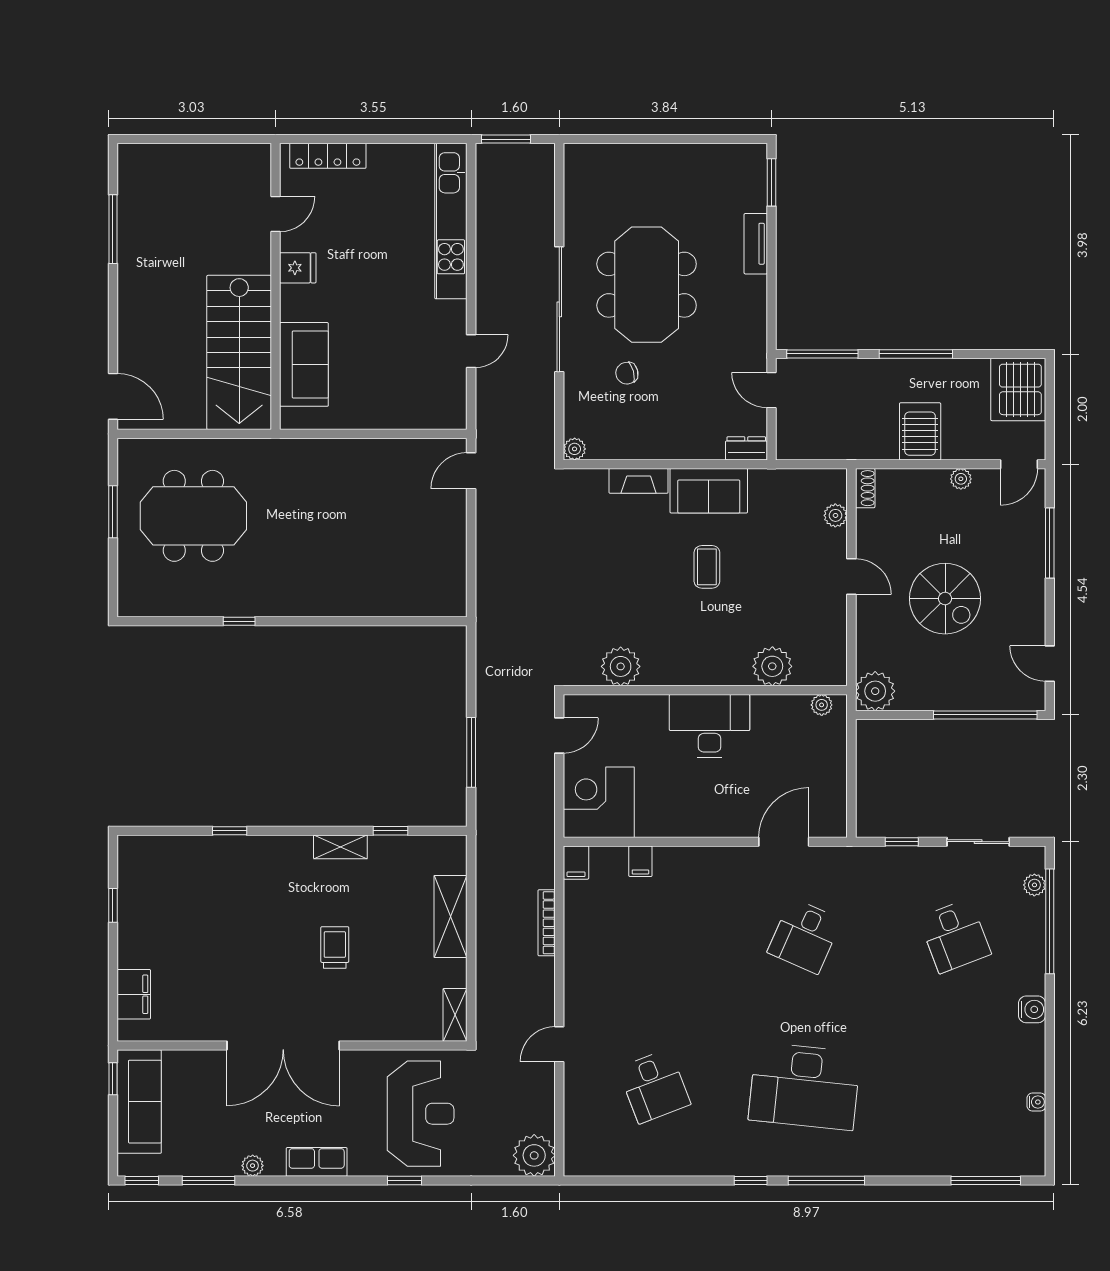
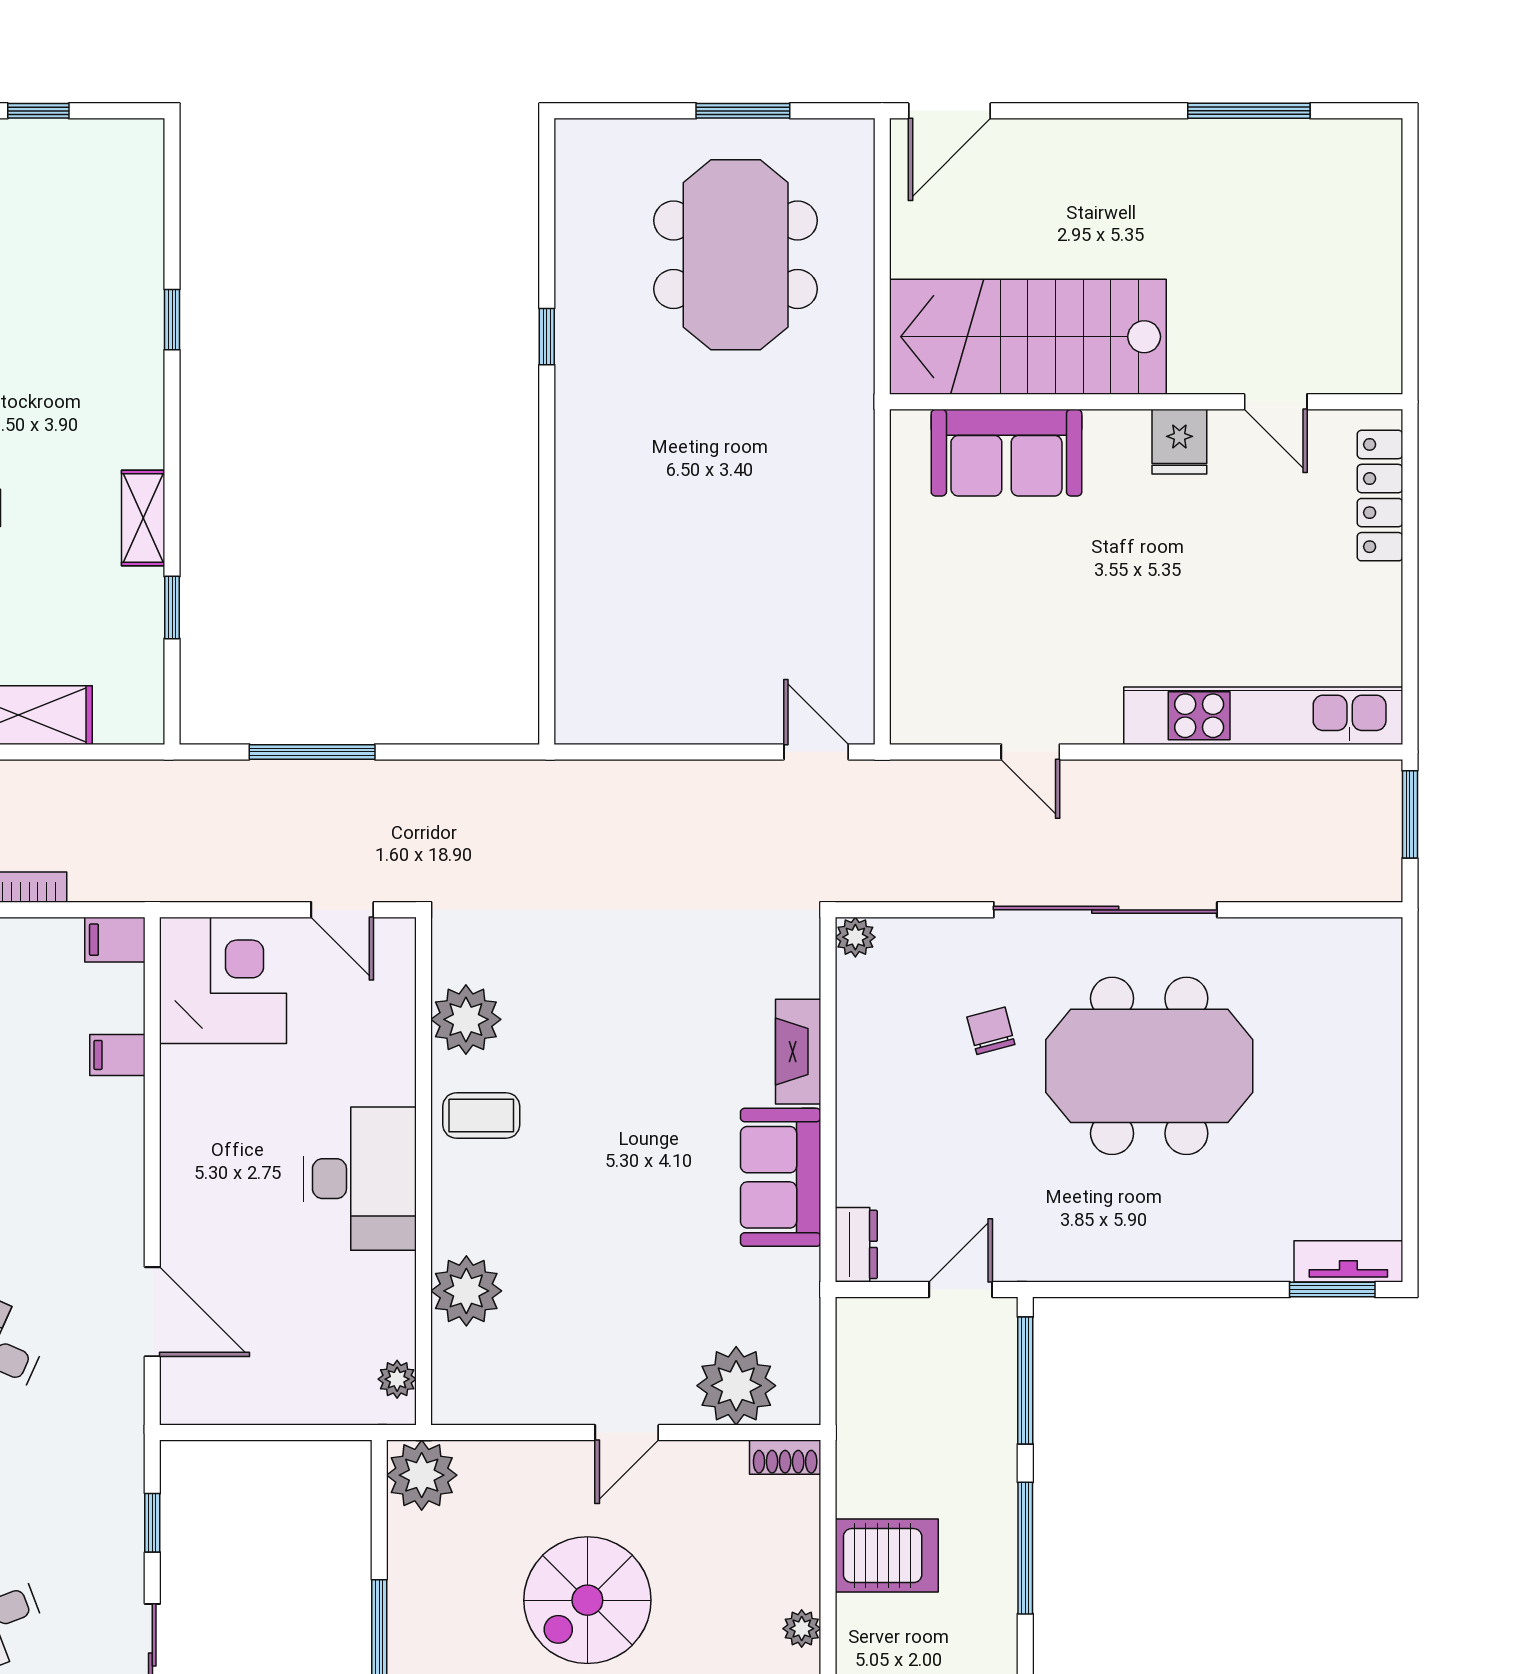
tv unit: (756, 244) -> (1348, 1261), moved
plant: (835, 515) -> (736, 1386), width x1.87, depth x1.87
coffee table: (707, 567) -> (481, 1116), moved

